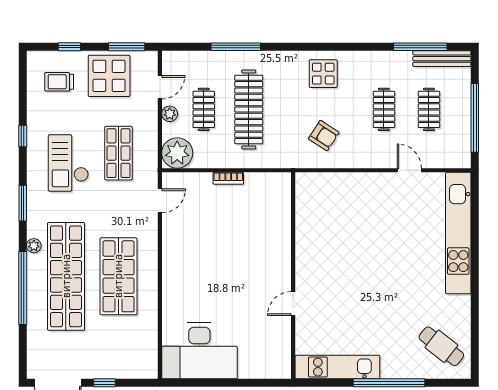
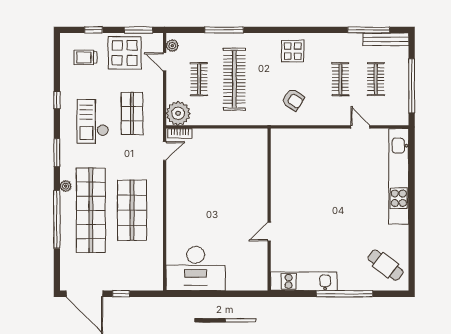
door: (160, 87) -> (165, 62), swing flipped
plant: (170, 114) -> (172, 46), moved
bookcase: (228, 178) -> (180, 133), moved

